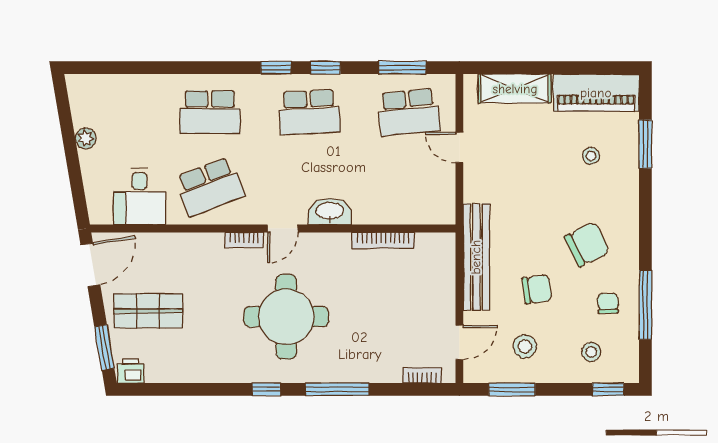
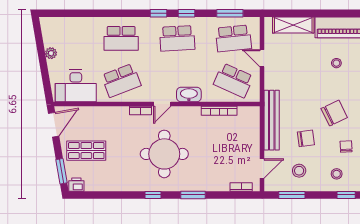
school desk: (409, 187) -> (233, 80), added
desk: (139, 196) -> (76, 86), width x1.37
window: (337, 389) -> (193, 195), width x0.69

